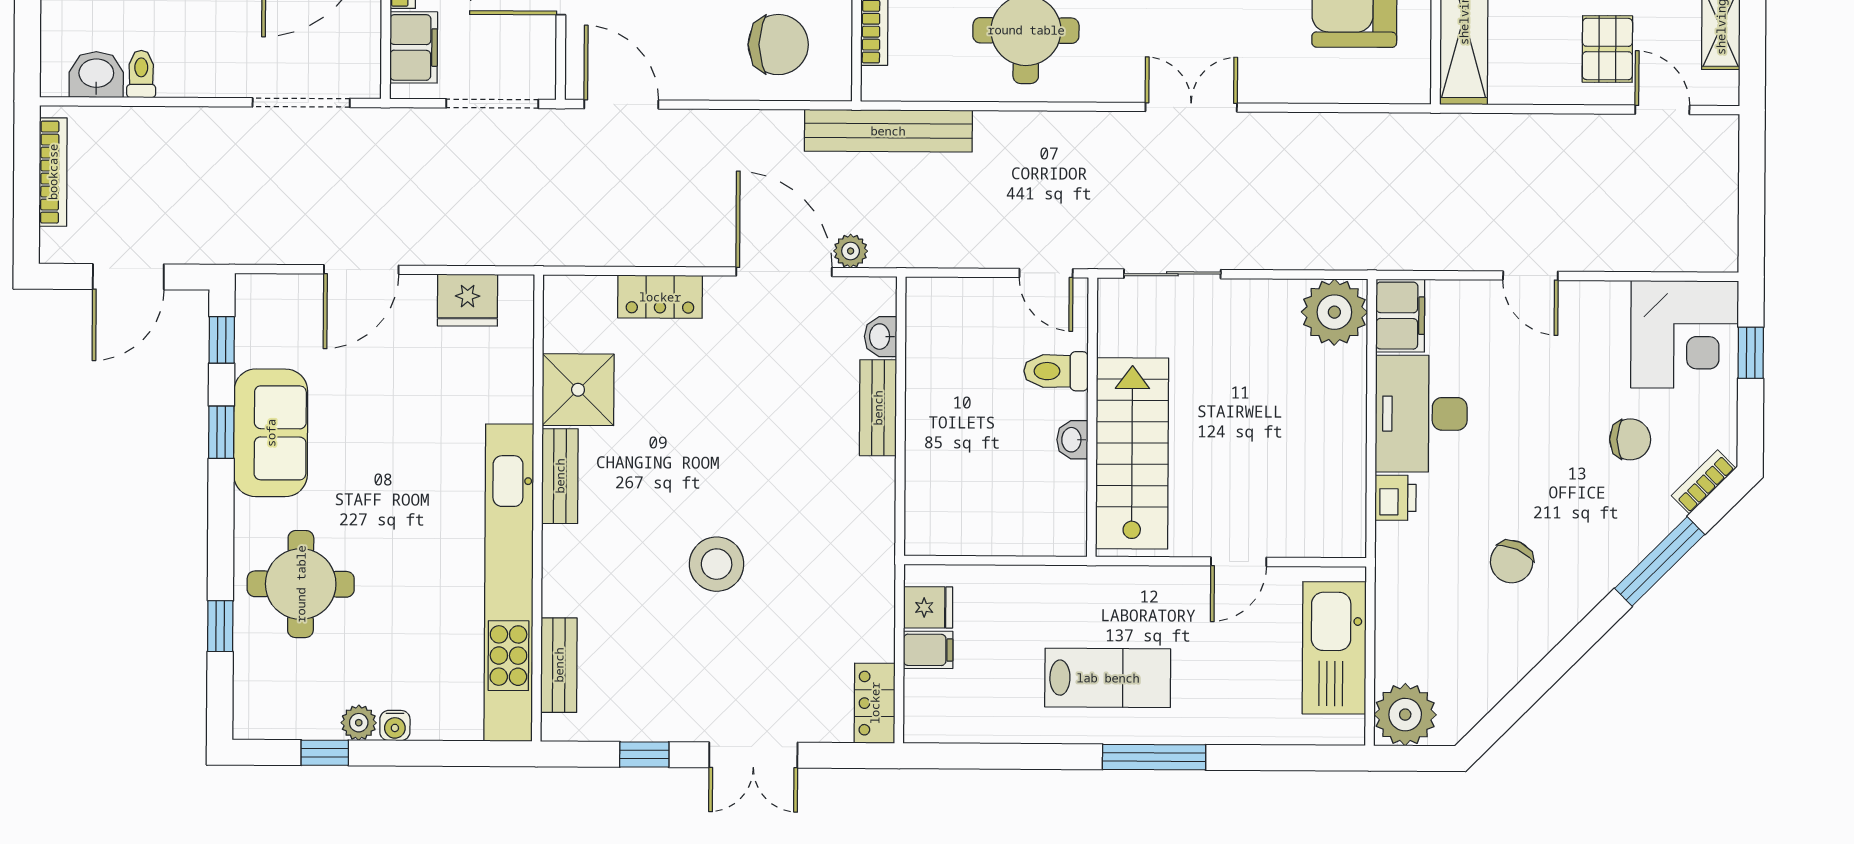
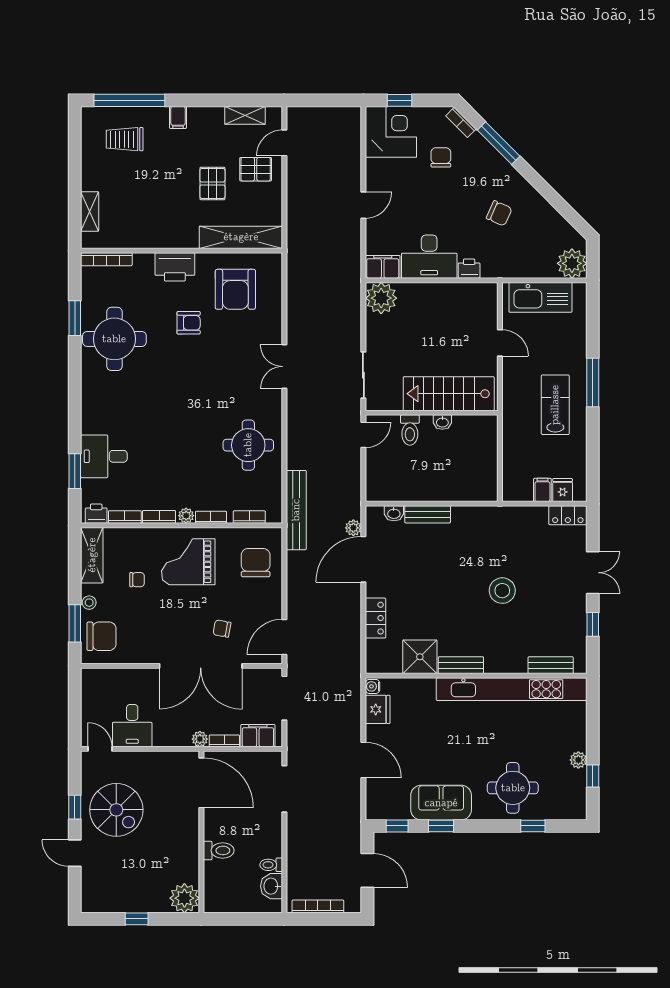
fridge: (928, 607) -> (563, 490), moved
water cooler: (395, 726) -> (373, 686), moved, turned 180

